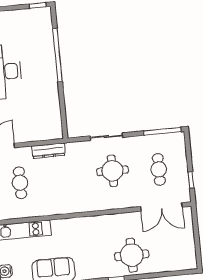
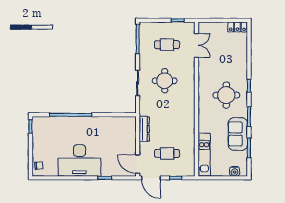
double door: (161, 207) -> (196, 45), width x0.73
round table: (132, 255) -> (226, 95), moved
locker: (190, 257) -> (237, 27), added

